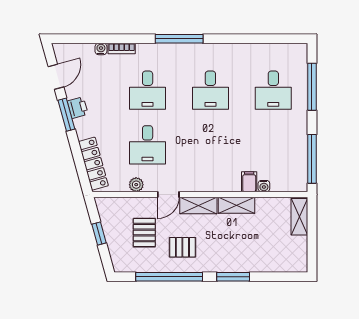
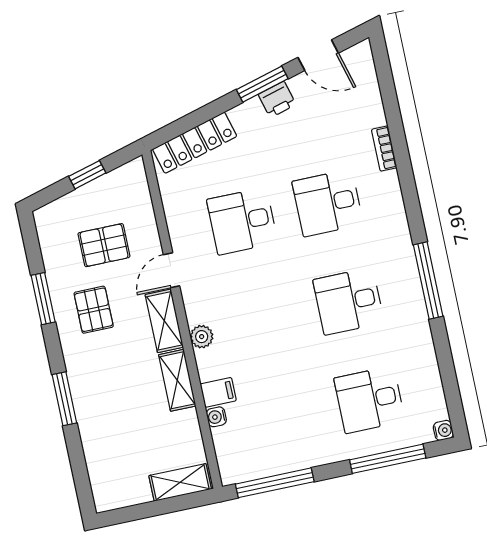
window: (179, 39) -> (428, 280), moved
water cooler: (101, 49) -> (443, 430), moved
plant: (136, 185) -> (202, 337), moved
door: (168, 194) -> (171, 270), hinge flipped
window: (169, 277) -> (43, 299), width x0.47

